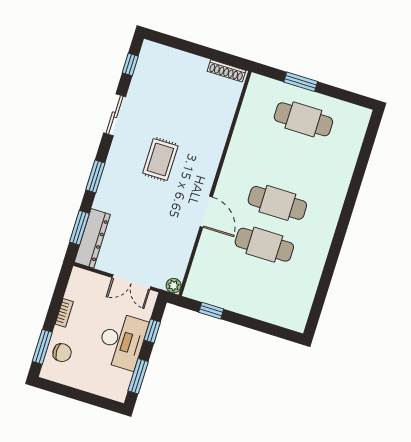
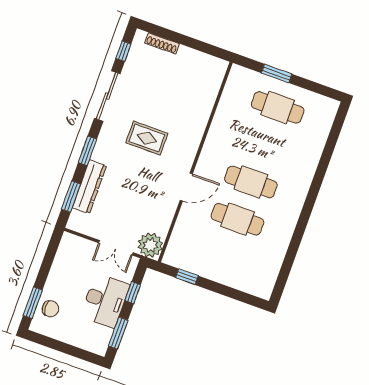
shoe rack: (227, 71) -> (162, 43), moved
sliding door: (115, 115) -> (107, 96), width x1.37
rug: (160, 159) -> (147, 138), turned 90
door: (206, 212) -> (186, 187), hinge flipped
dresser: (92, 238) -> (89, 187), moved
plant: (174, 286) -> (150, 245), width x1.87, depth x1.87
bookcase: (64, 313) -> (54, 273), removed

